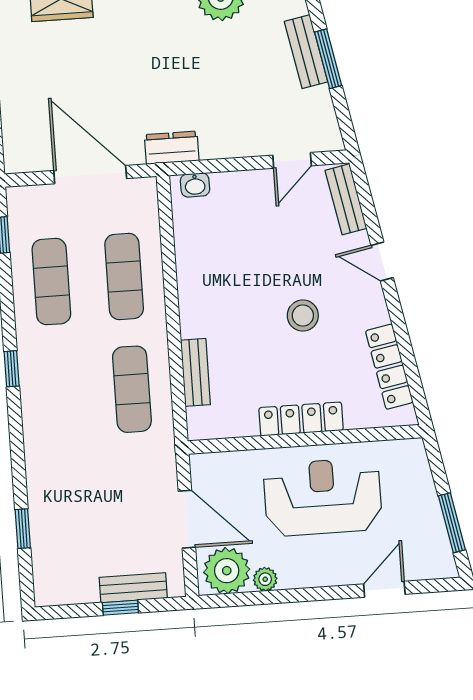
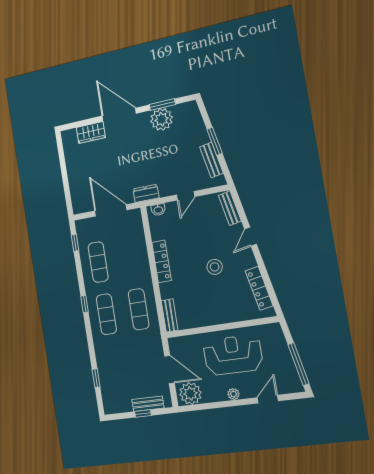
bench: (306, 52) -> (211, 160), moved
door: (292, 160) -> (186, 196), moved
door: (382, 261) -> (250, 237), hinge flipped
exercise mat: (124, 276) -> (106, 314), moved
bench: (196, 372) -> (170, 315), moved
locker: (301, 419) -> (162, 261), moved, turned 90
window: (452, 523) -> (298, 364), width x1.44
plant: (265, 579) -> (233, 394), moved

